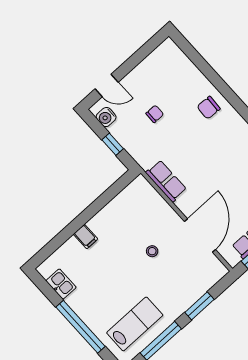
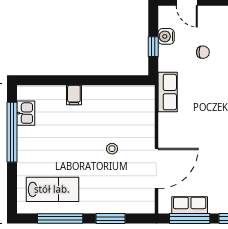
water cooler: (106, 117) -> (166, 36), moved
row of seats: (166, 181) -> (168, 92), moved
window: (81, 327) -> (12, 132), moved

